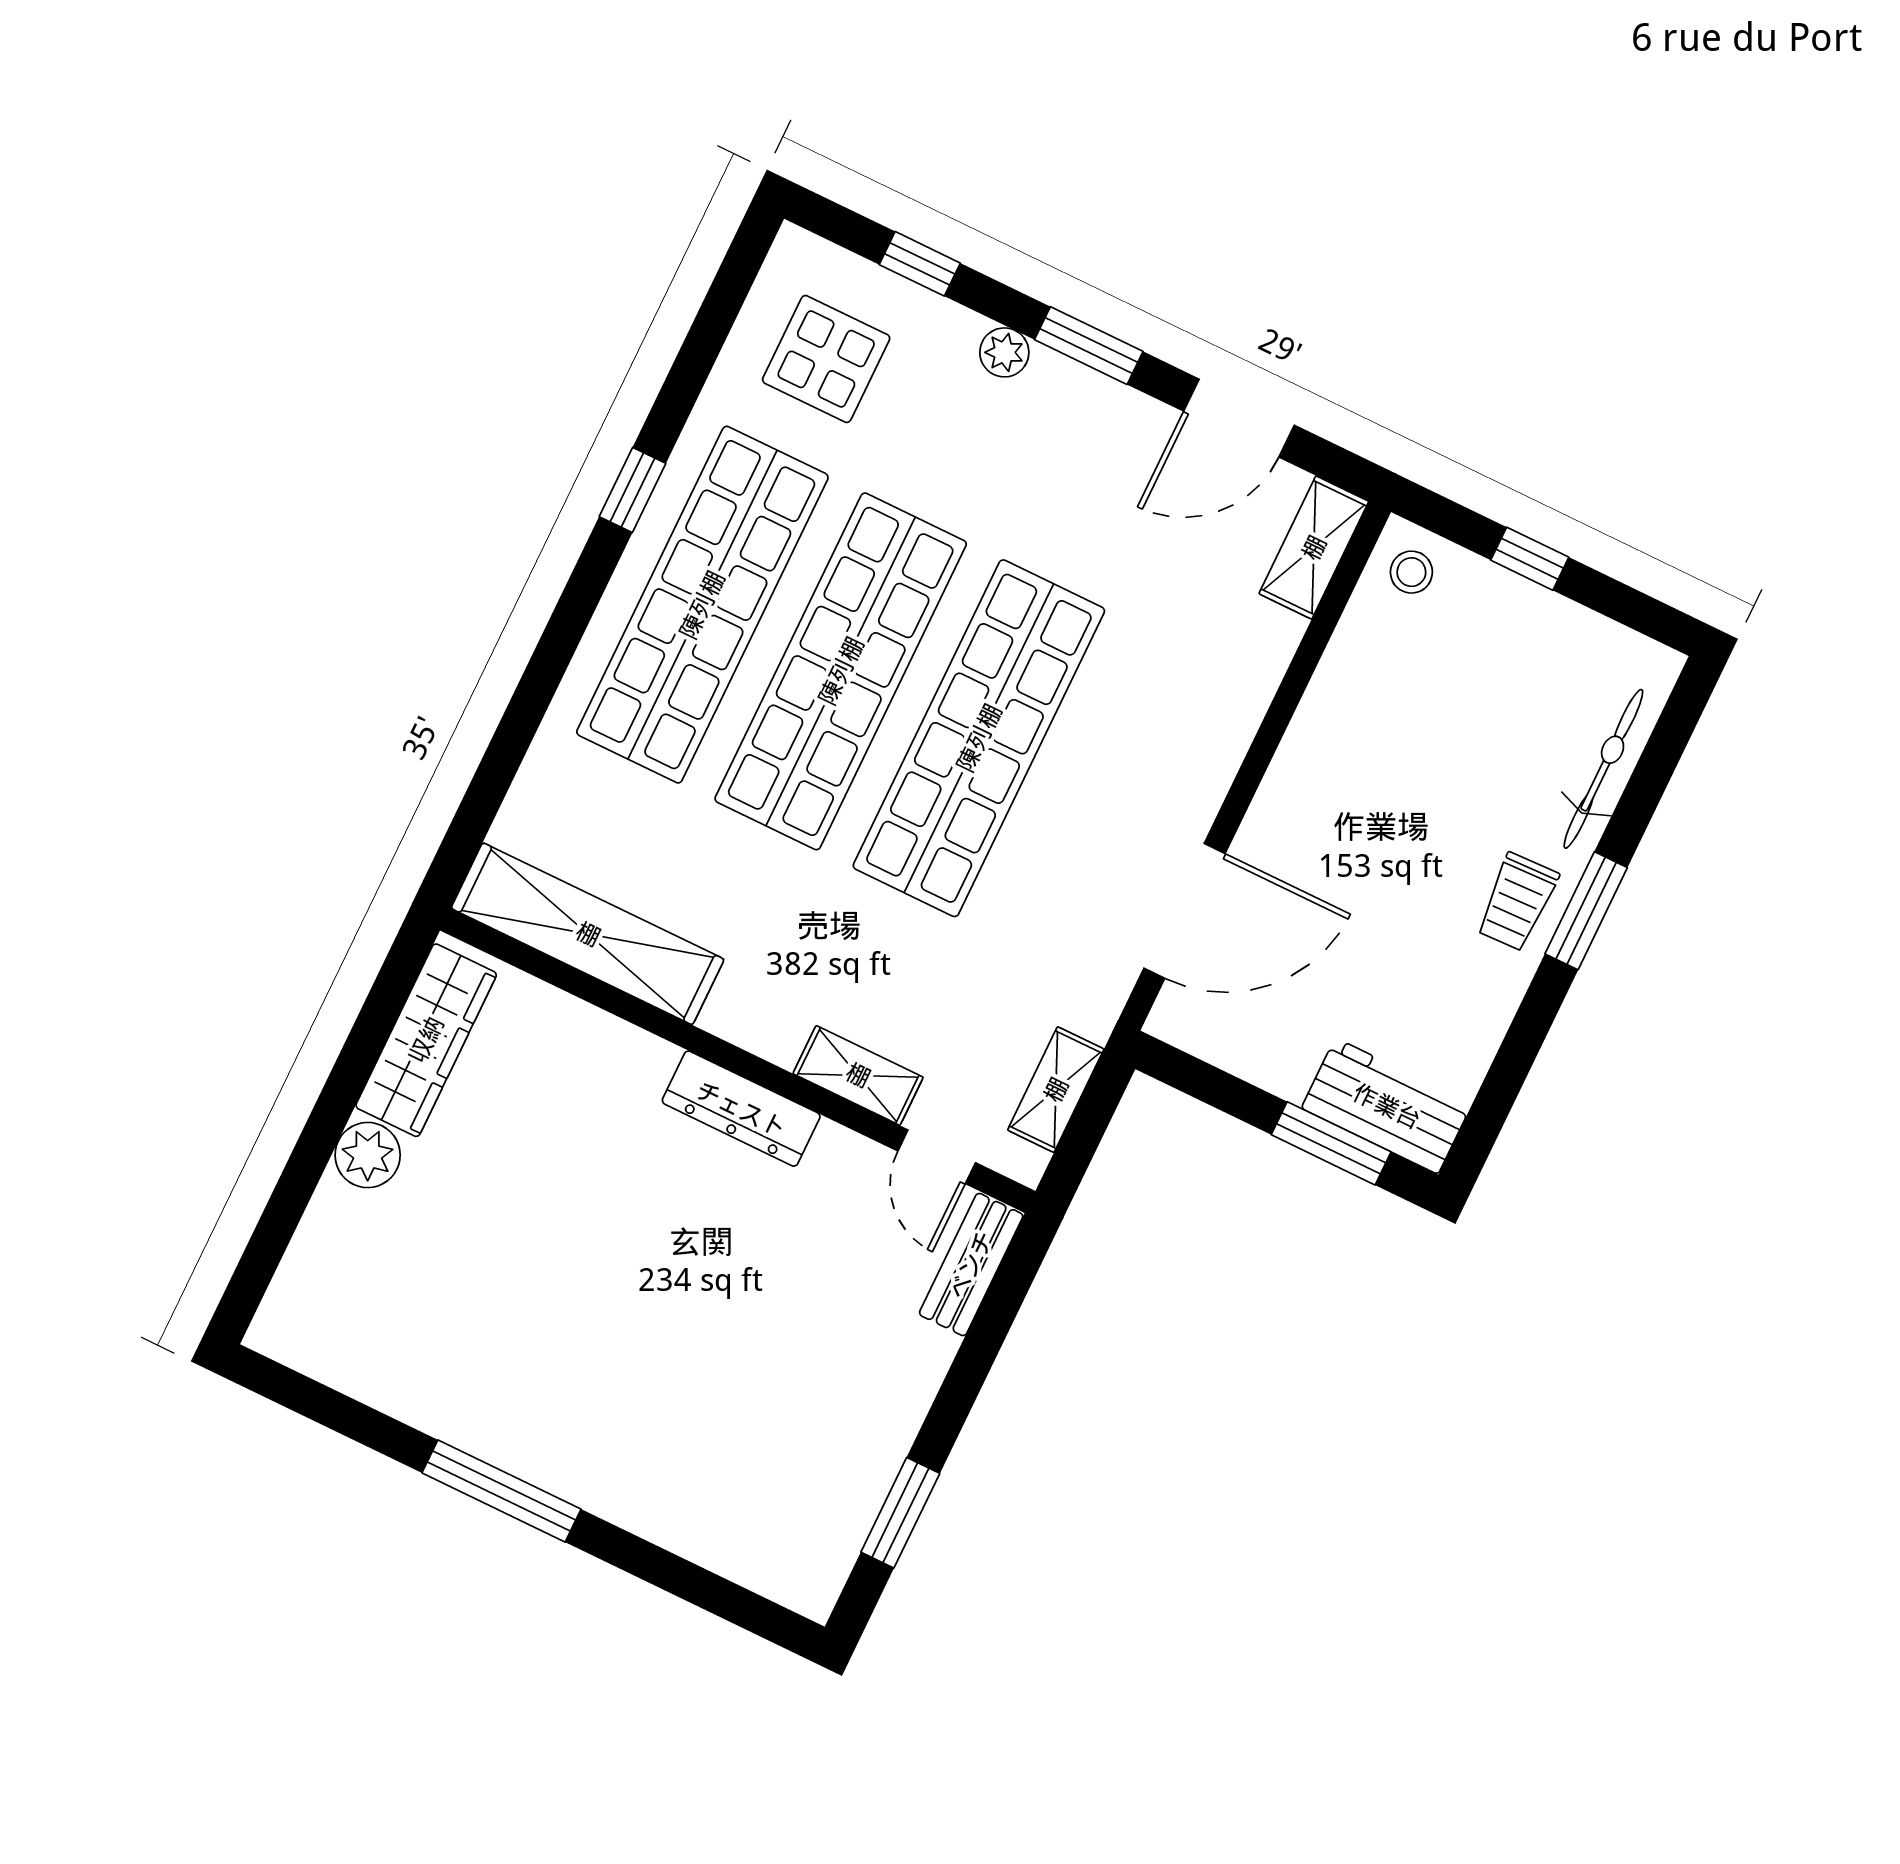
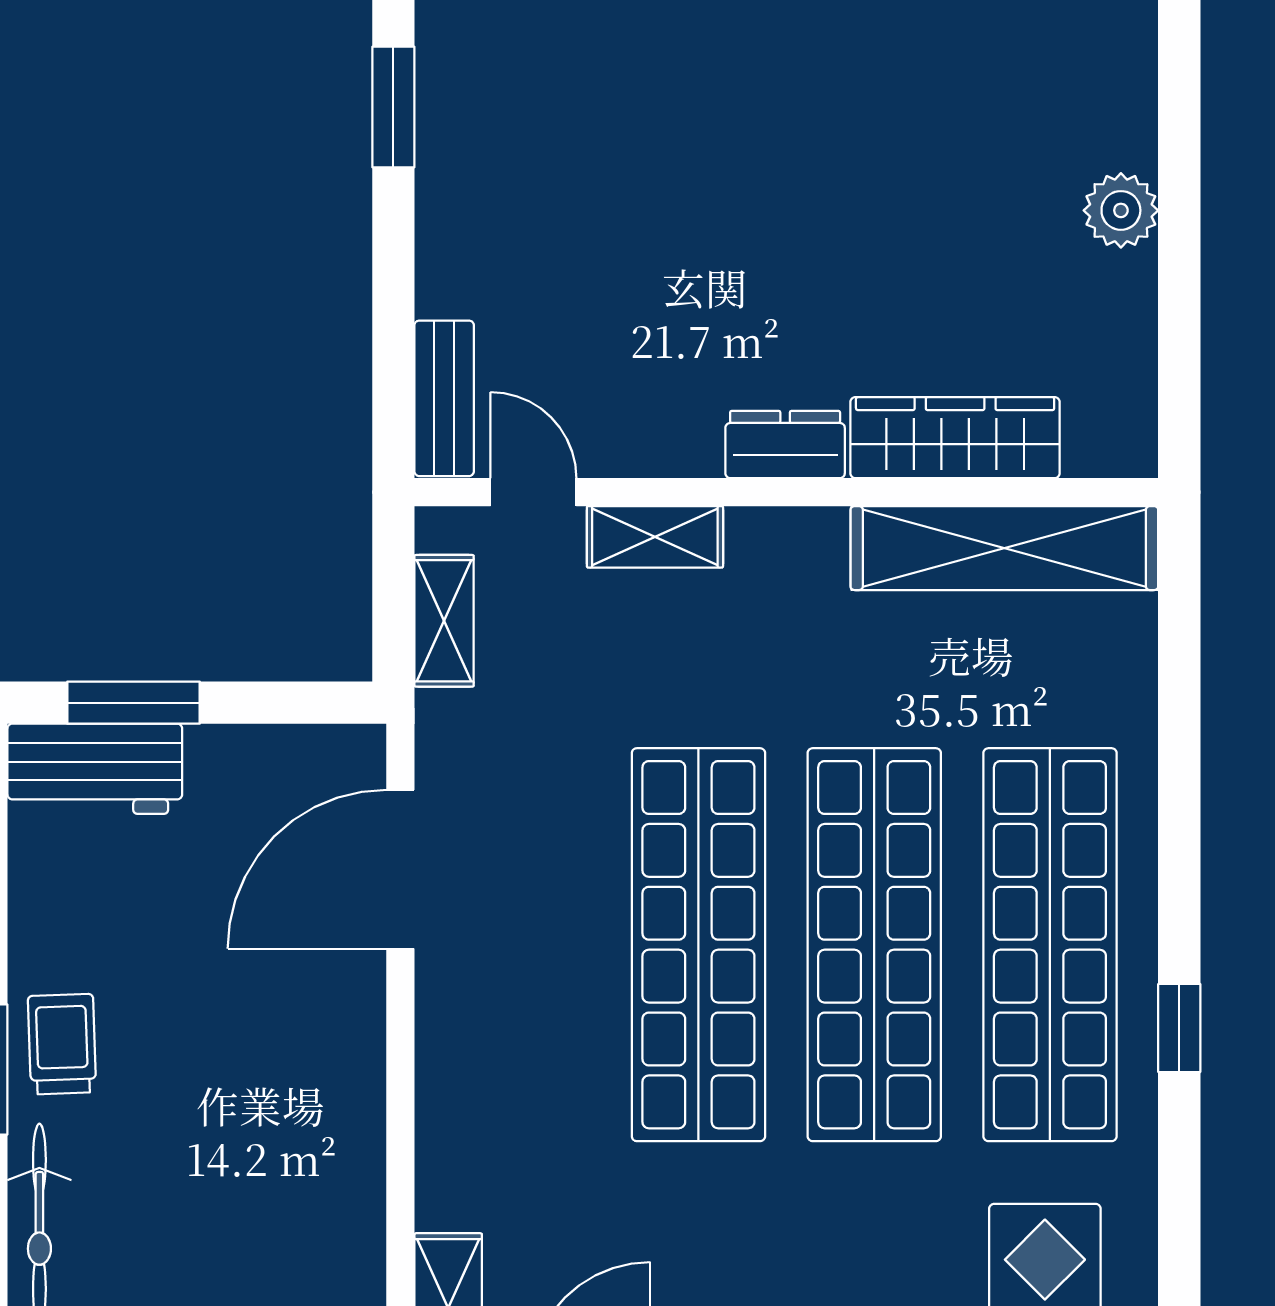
wardrobe: (426, 1040) -> (955, 438), moved, turned 90
dresser: (741, 1109) -> (785, 444), width x0.70

